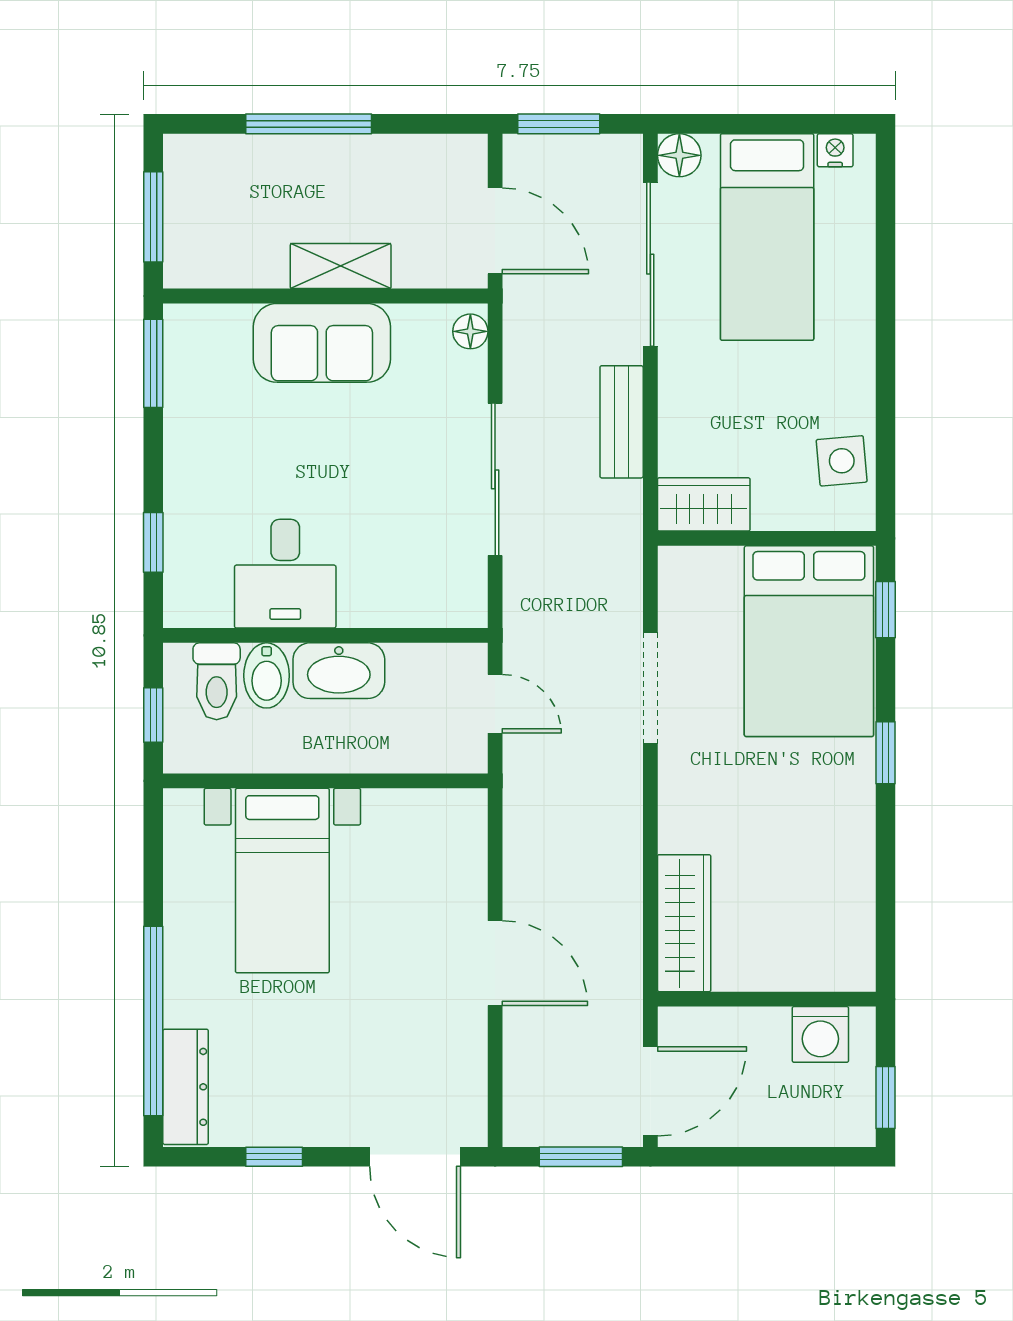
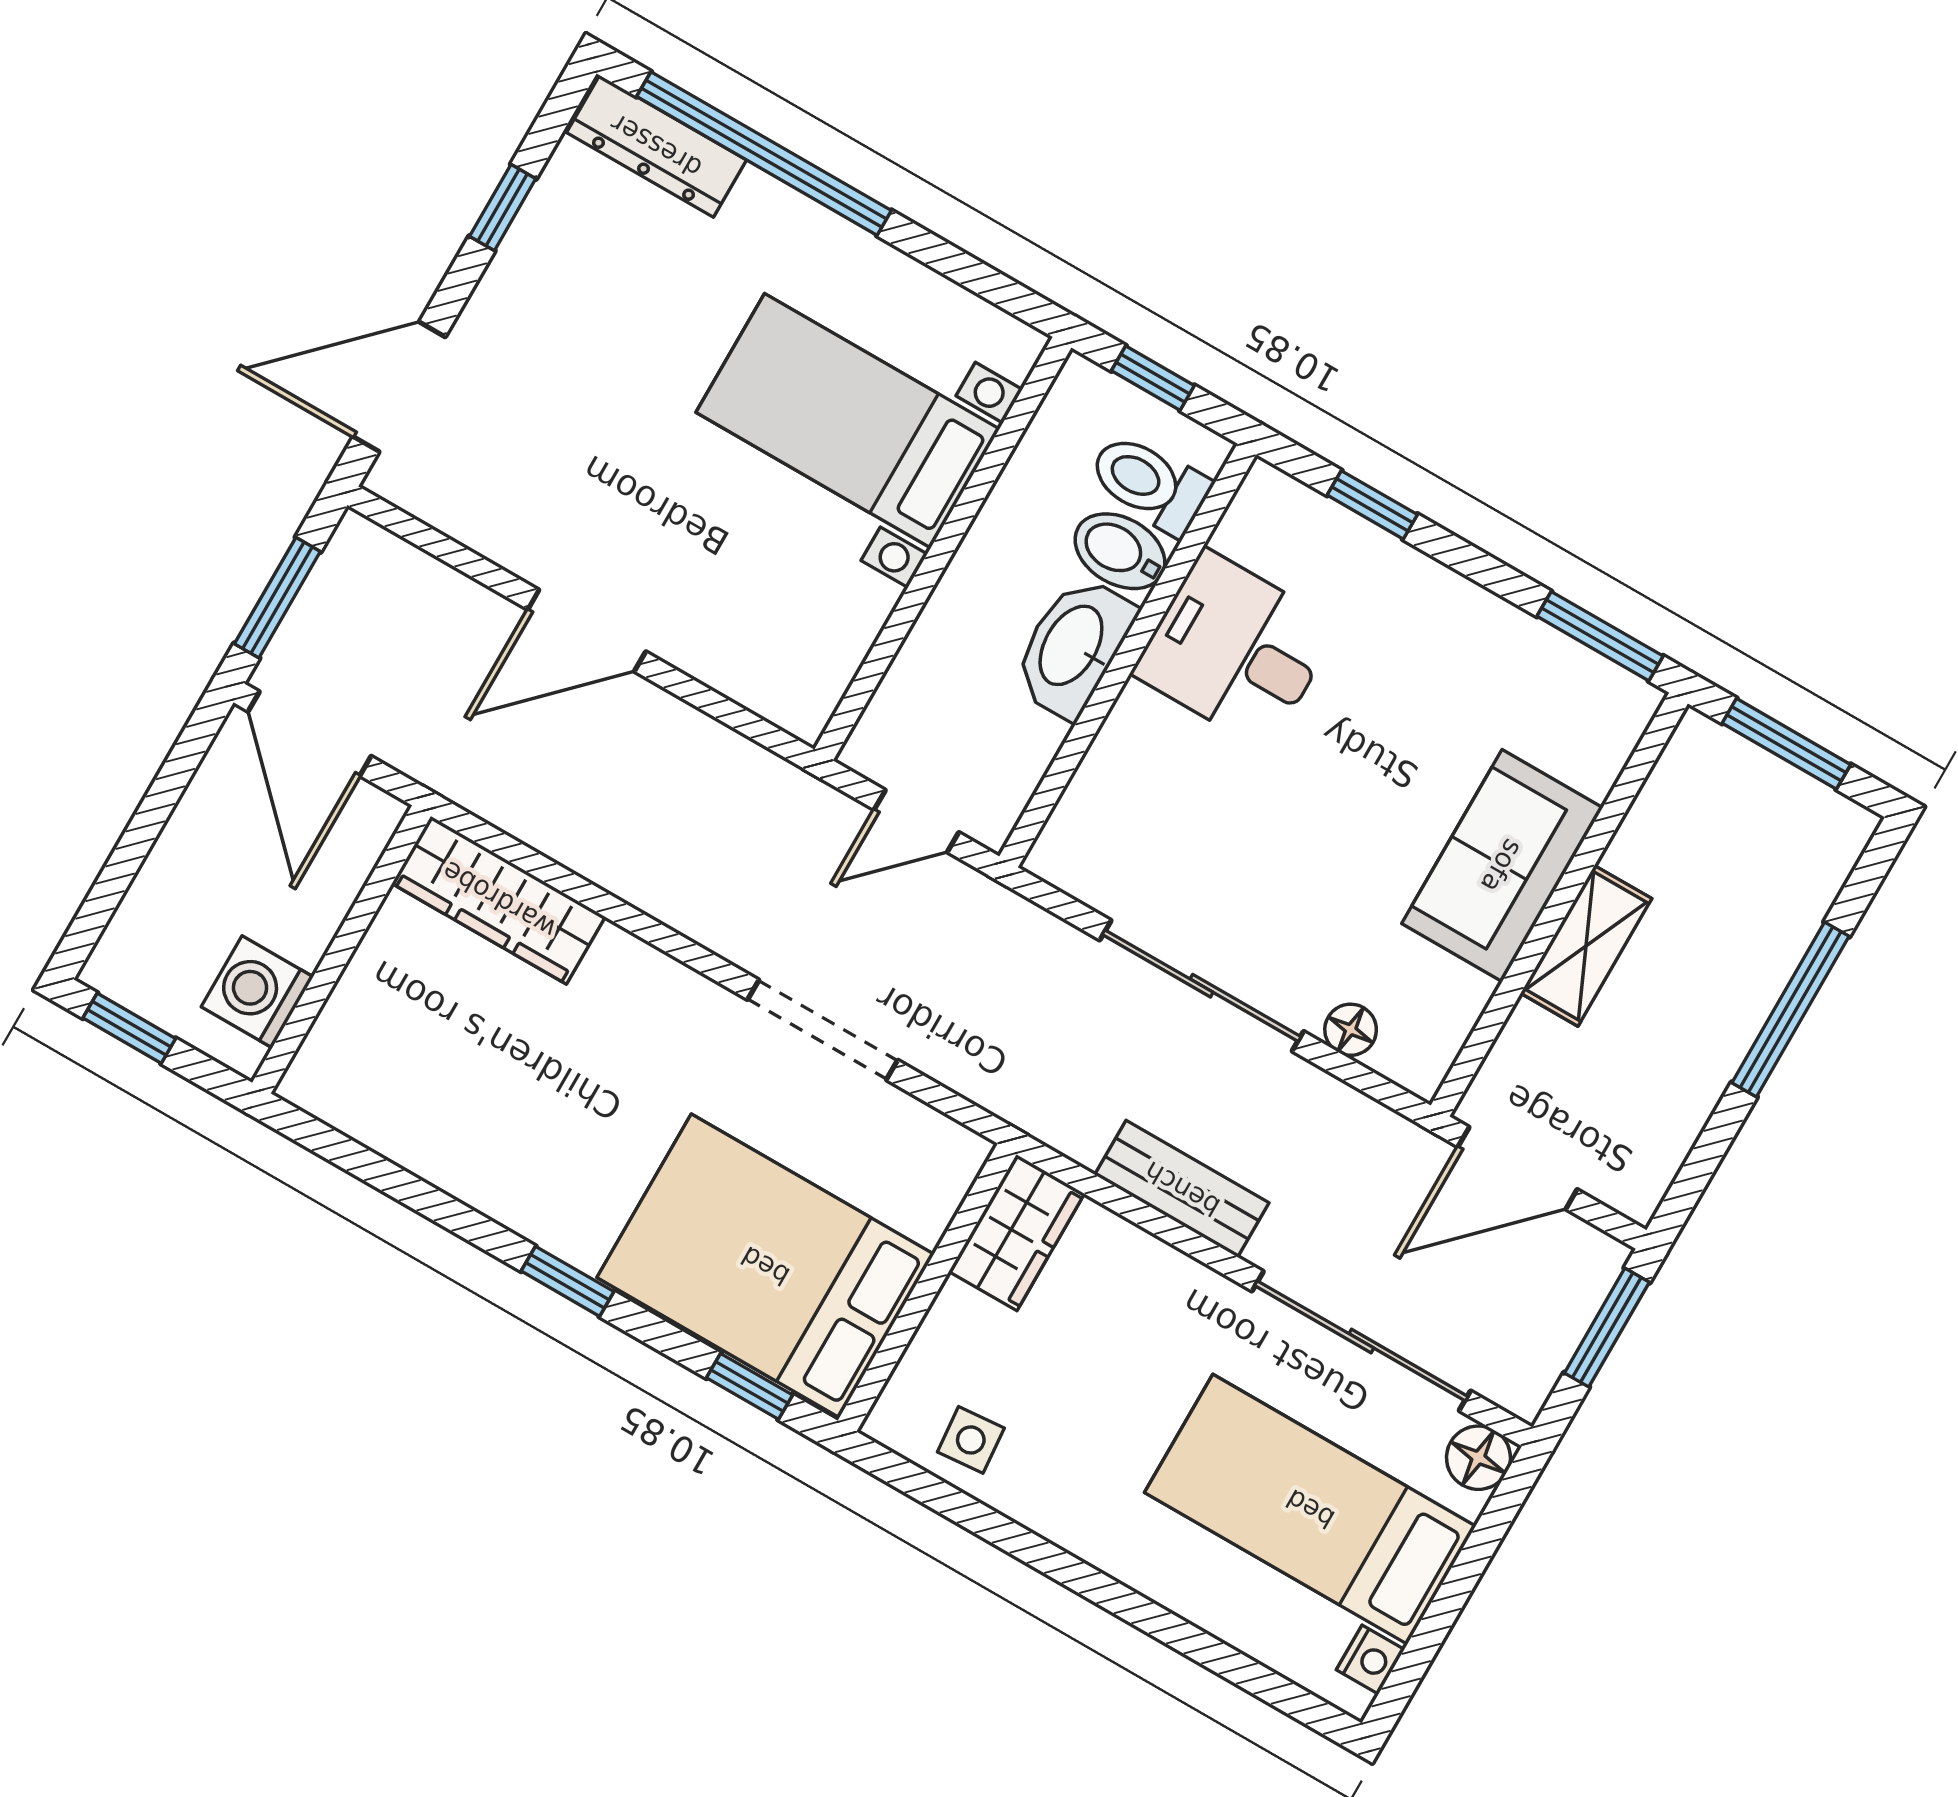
floor lamp: (470, 331) -> (1351, 1030), moved
side table: (842, 461) -> (971, 1440), width x0.73, depth x0.73

